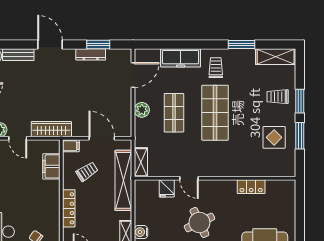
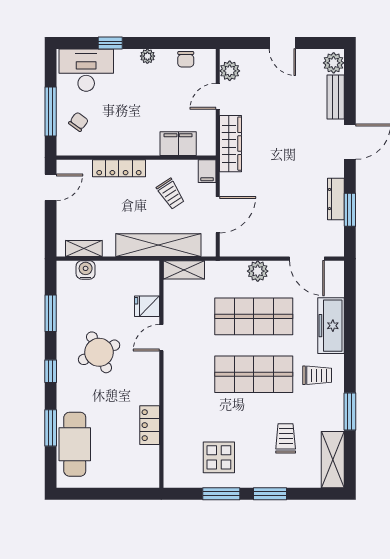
trolley: (278, 97) -> (286, 438), moved
shop shelf: (174, 113) -> (254, 316), width x1.43, depth x1.36

